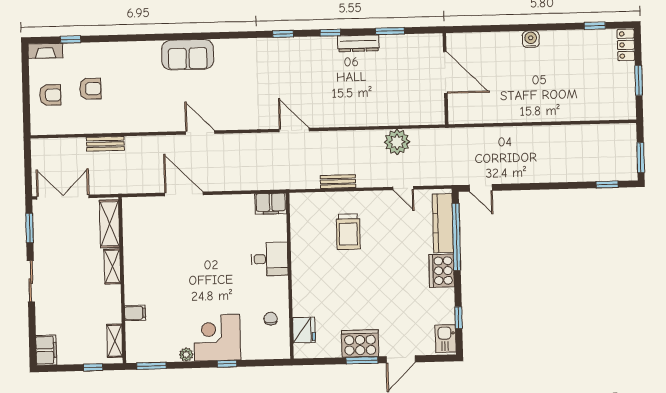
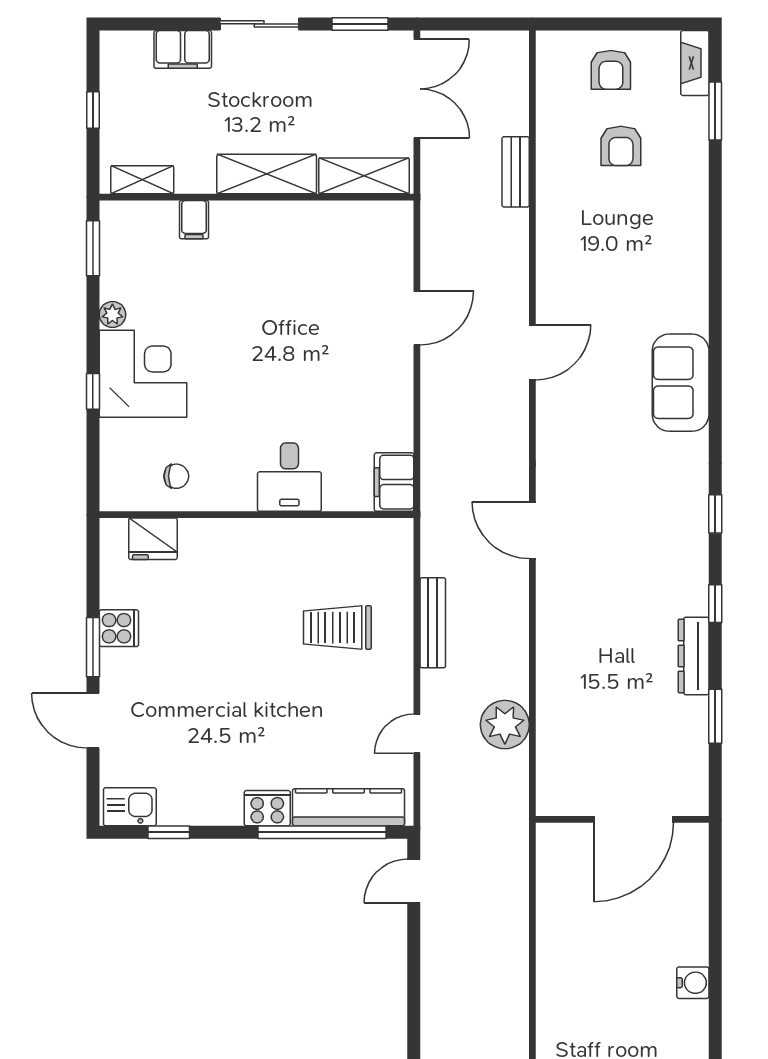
window: (71, 39) -> (715, 111), width x1.50
sofa: (188, 55) -> (681, 383), moved
door: (294, 130) -> (532, 530), swing flipped
bench: (338, 182) -> (433, 623), width x1.36
door: (184, 194) -> (417, 318), width x0.73
shelving: (112, 266) -> (267, 174), width x1.50, depth x1.33
cooker: (442, 271) -> (267, 808), width x0.73, depth x0.76
cooker: (360, 343) -> (119, 628), width x0.53, depth x0.76
filing cabinet: (46, 350) -> (183, 49), moved
window: (93, 367) -> (93, 110), moved

